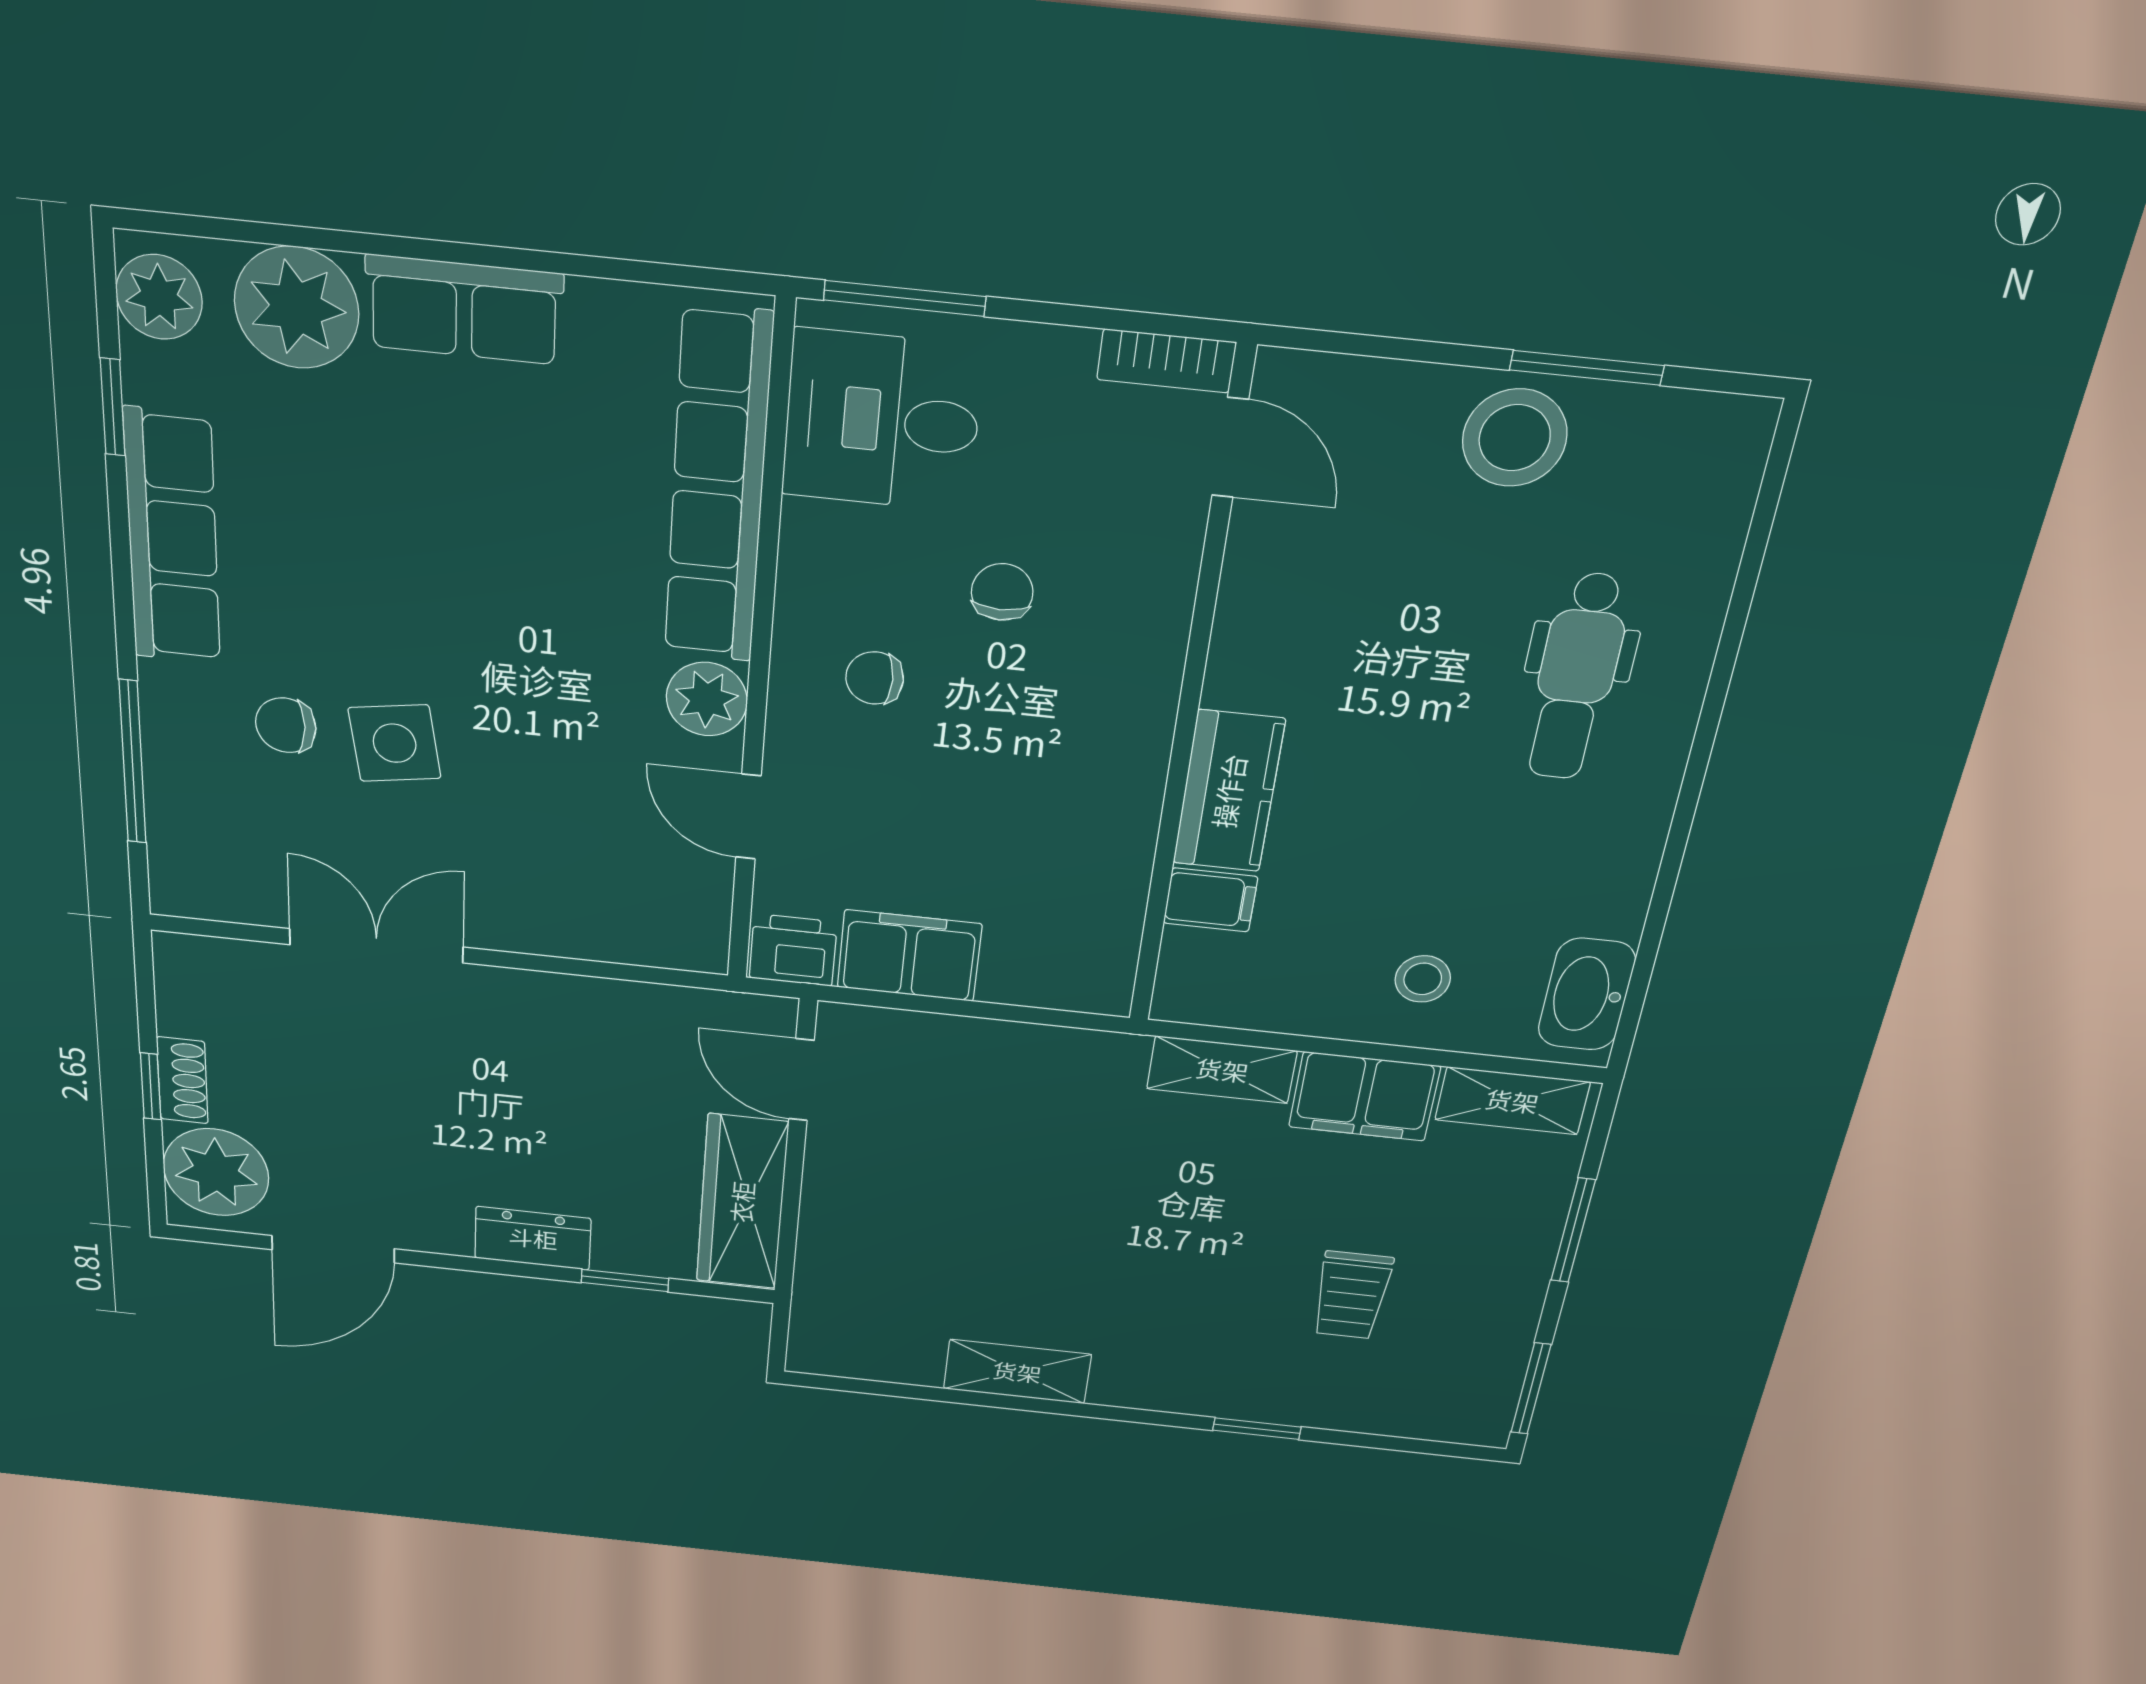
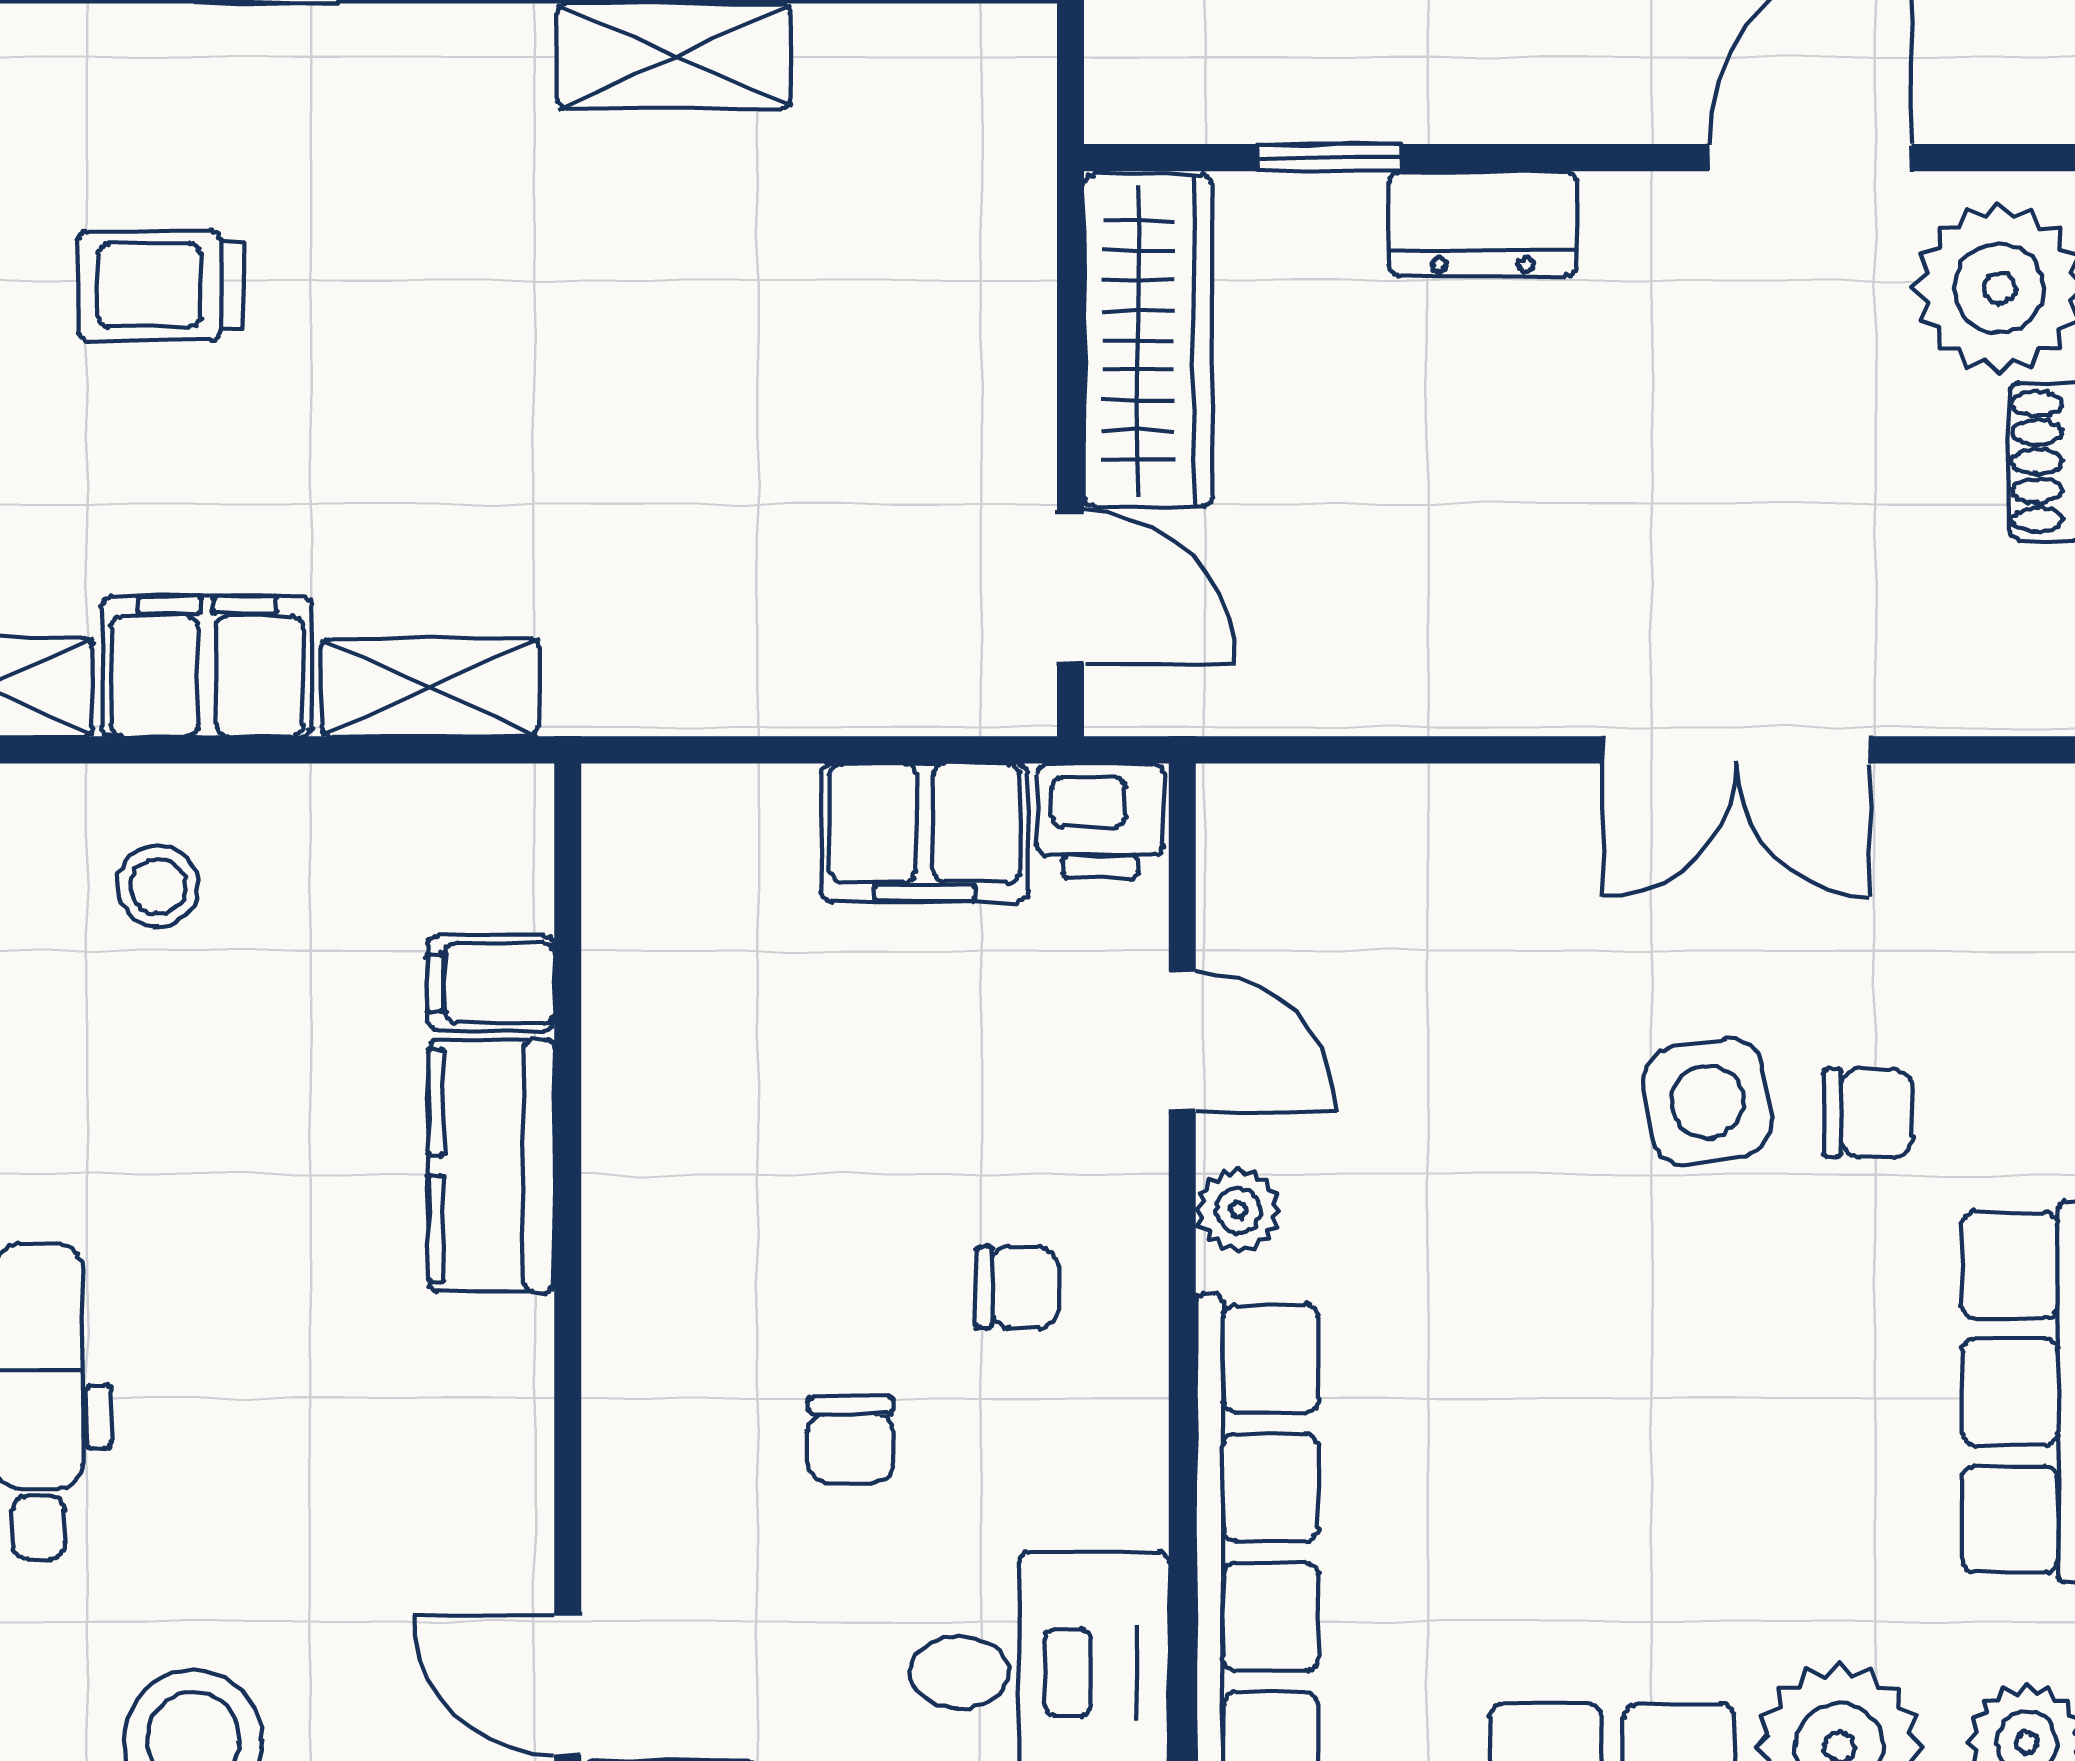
plant: (707, 699) -> (1238, 1210), width x0.73, depth x0.73
trolley: (1351, 1295) -> (161, 285), turned -90

